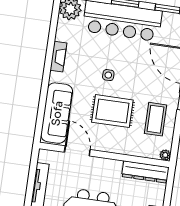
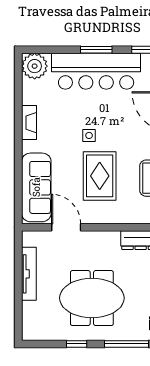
rug: (112, 111) -> (100, 176), turned 90

